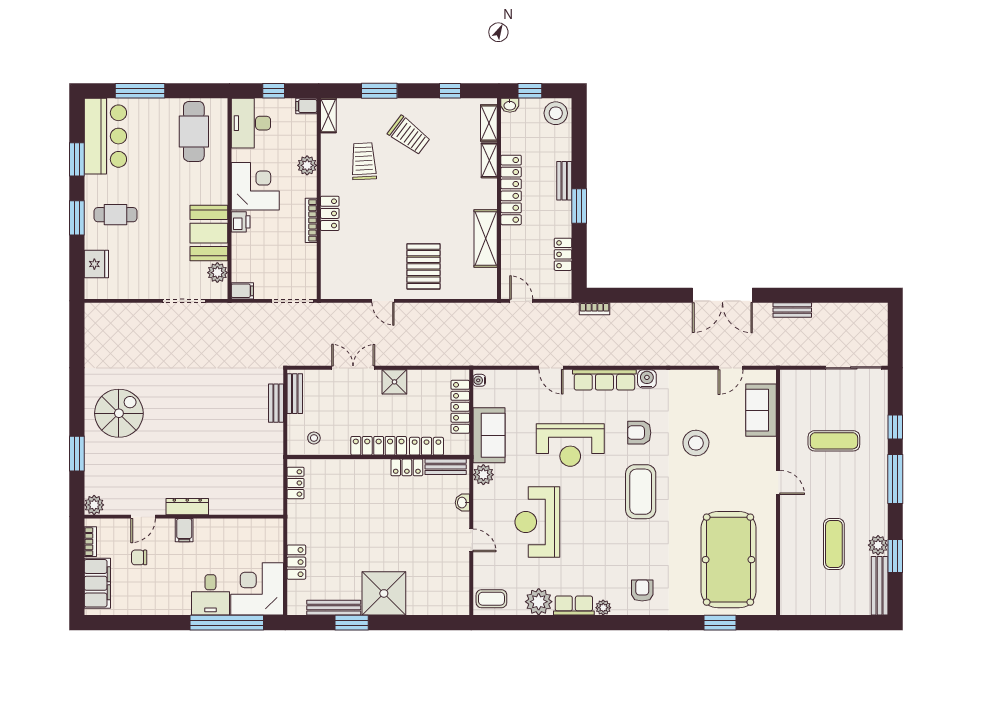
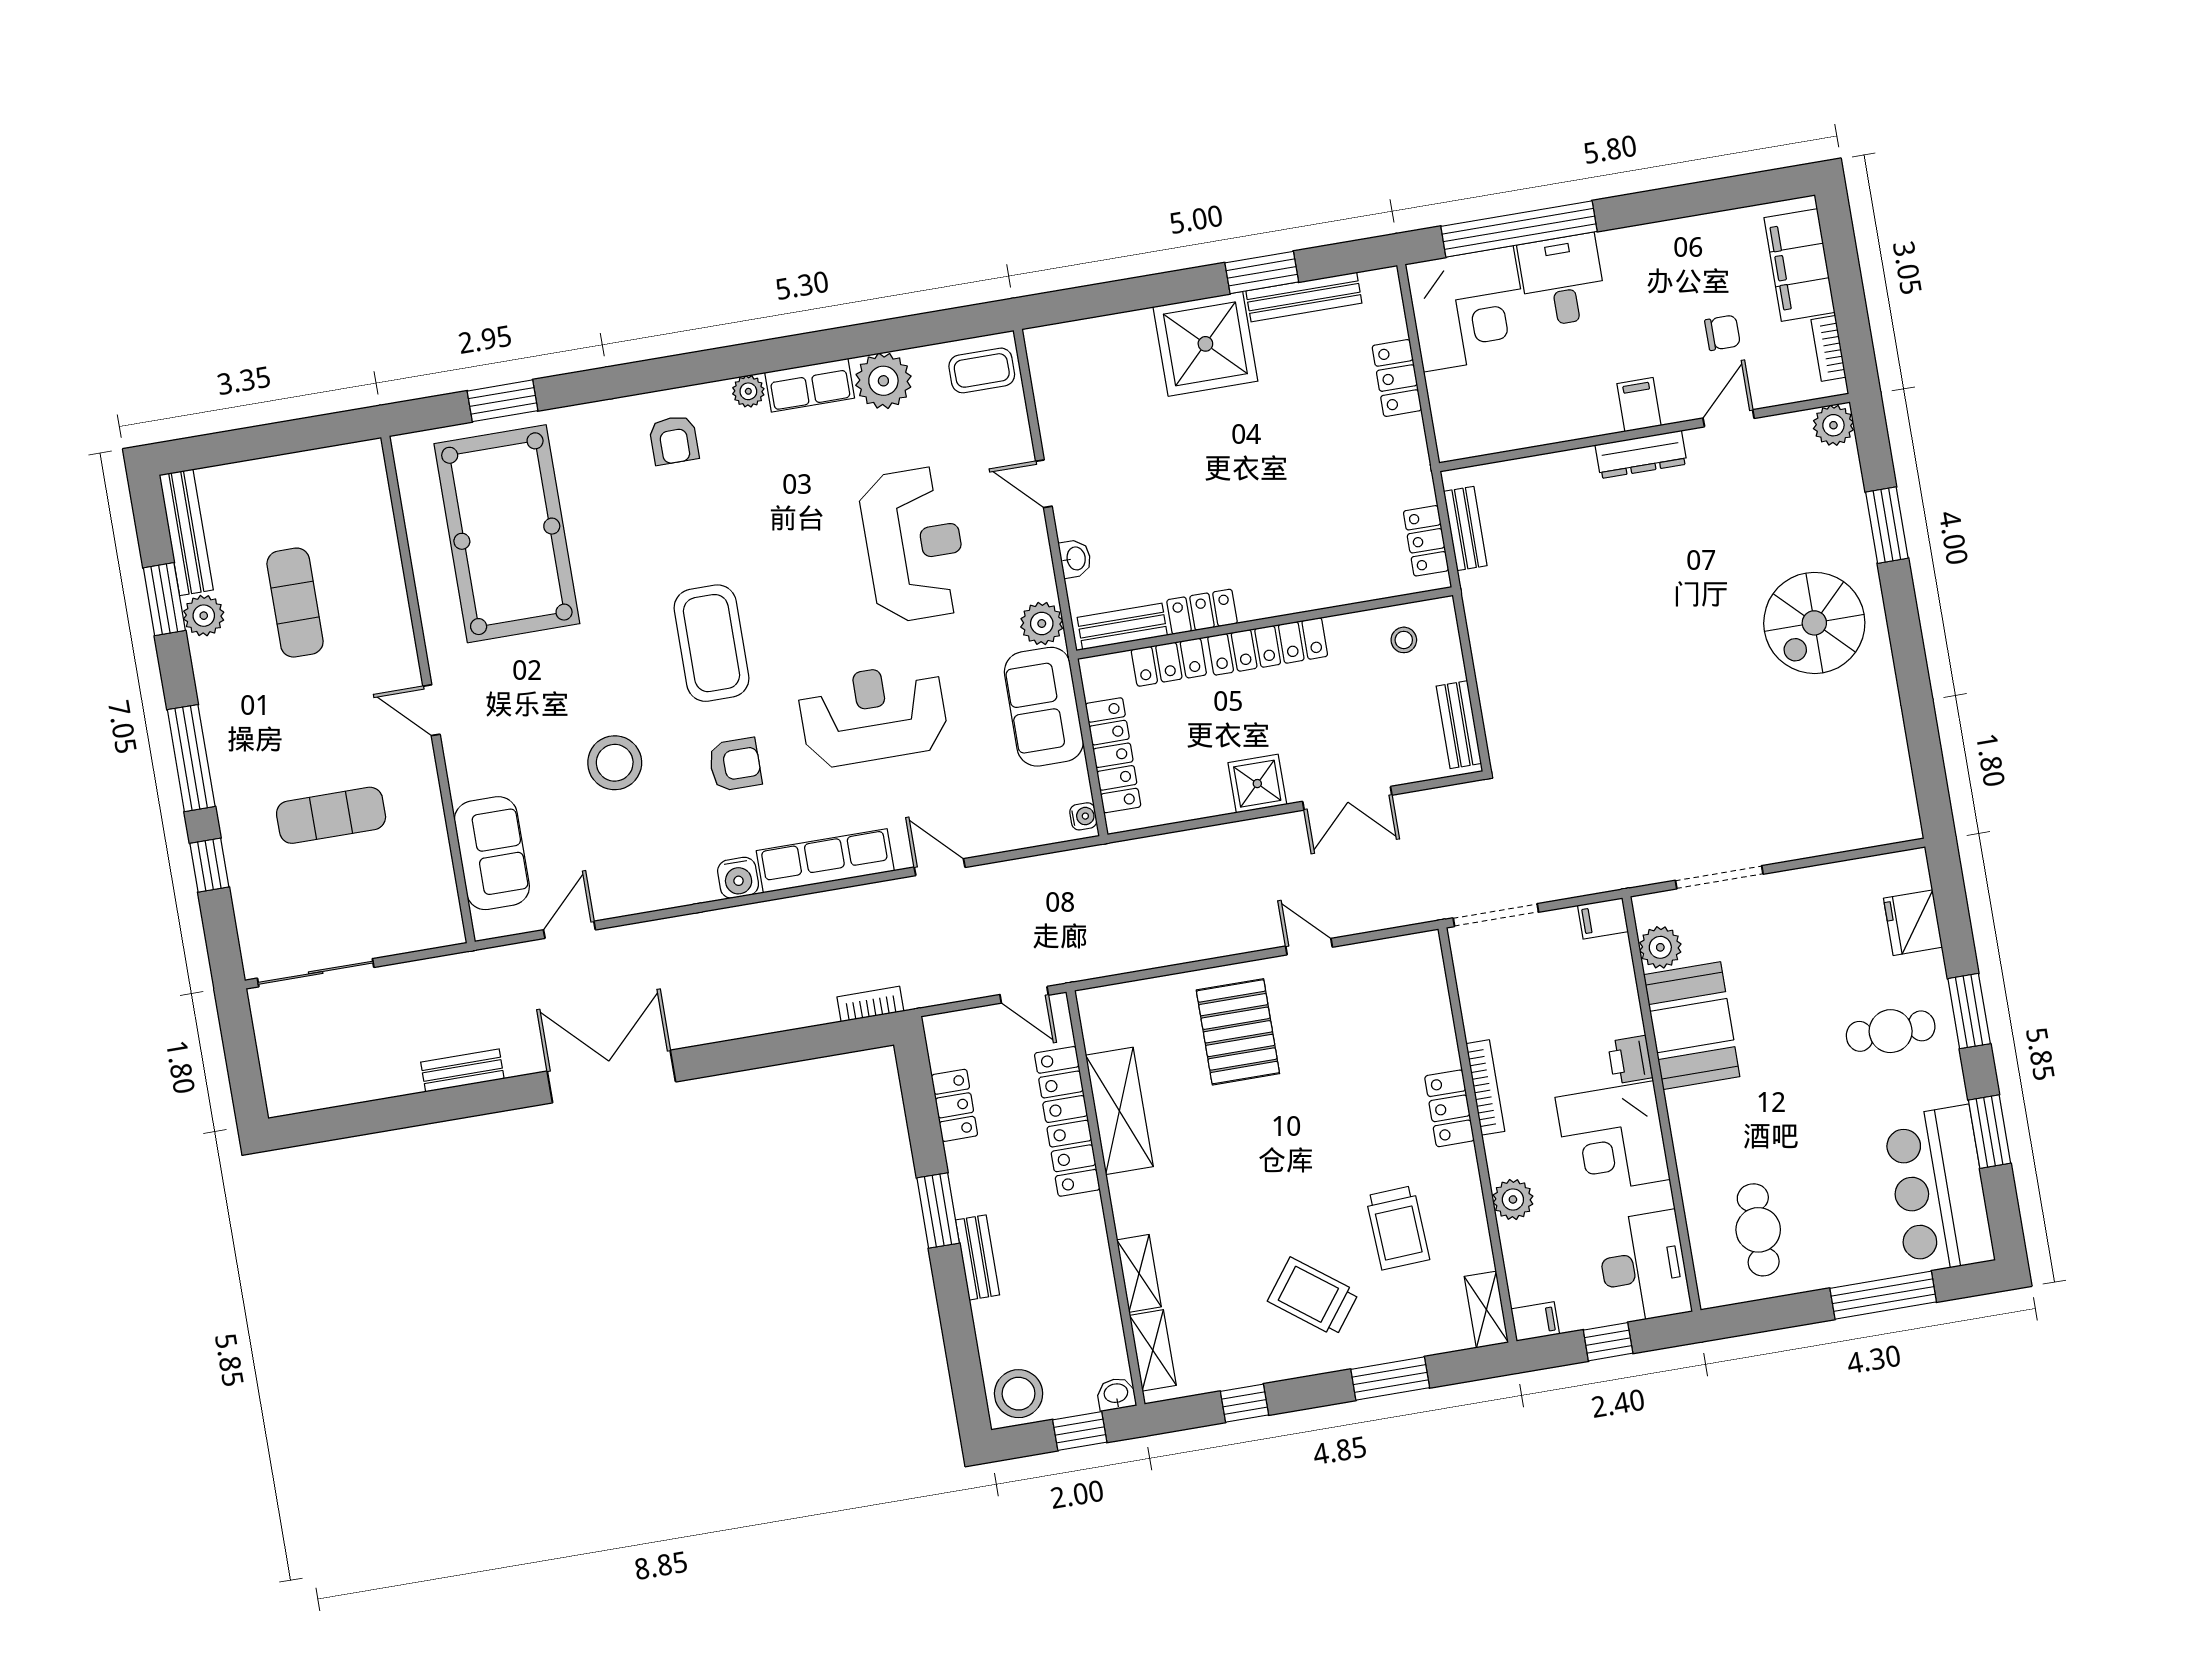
cafe table: (194, 131) -> (1758, 1230), width x0.73, depth x0.74
locker: (511, 190) -> (1067, 1121), moved
bench: (276, 403) -> (1465, 528), moved

